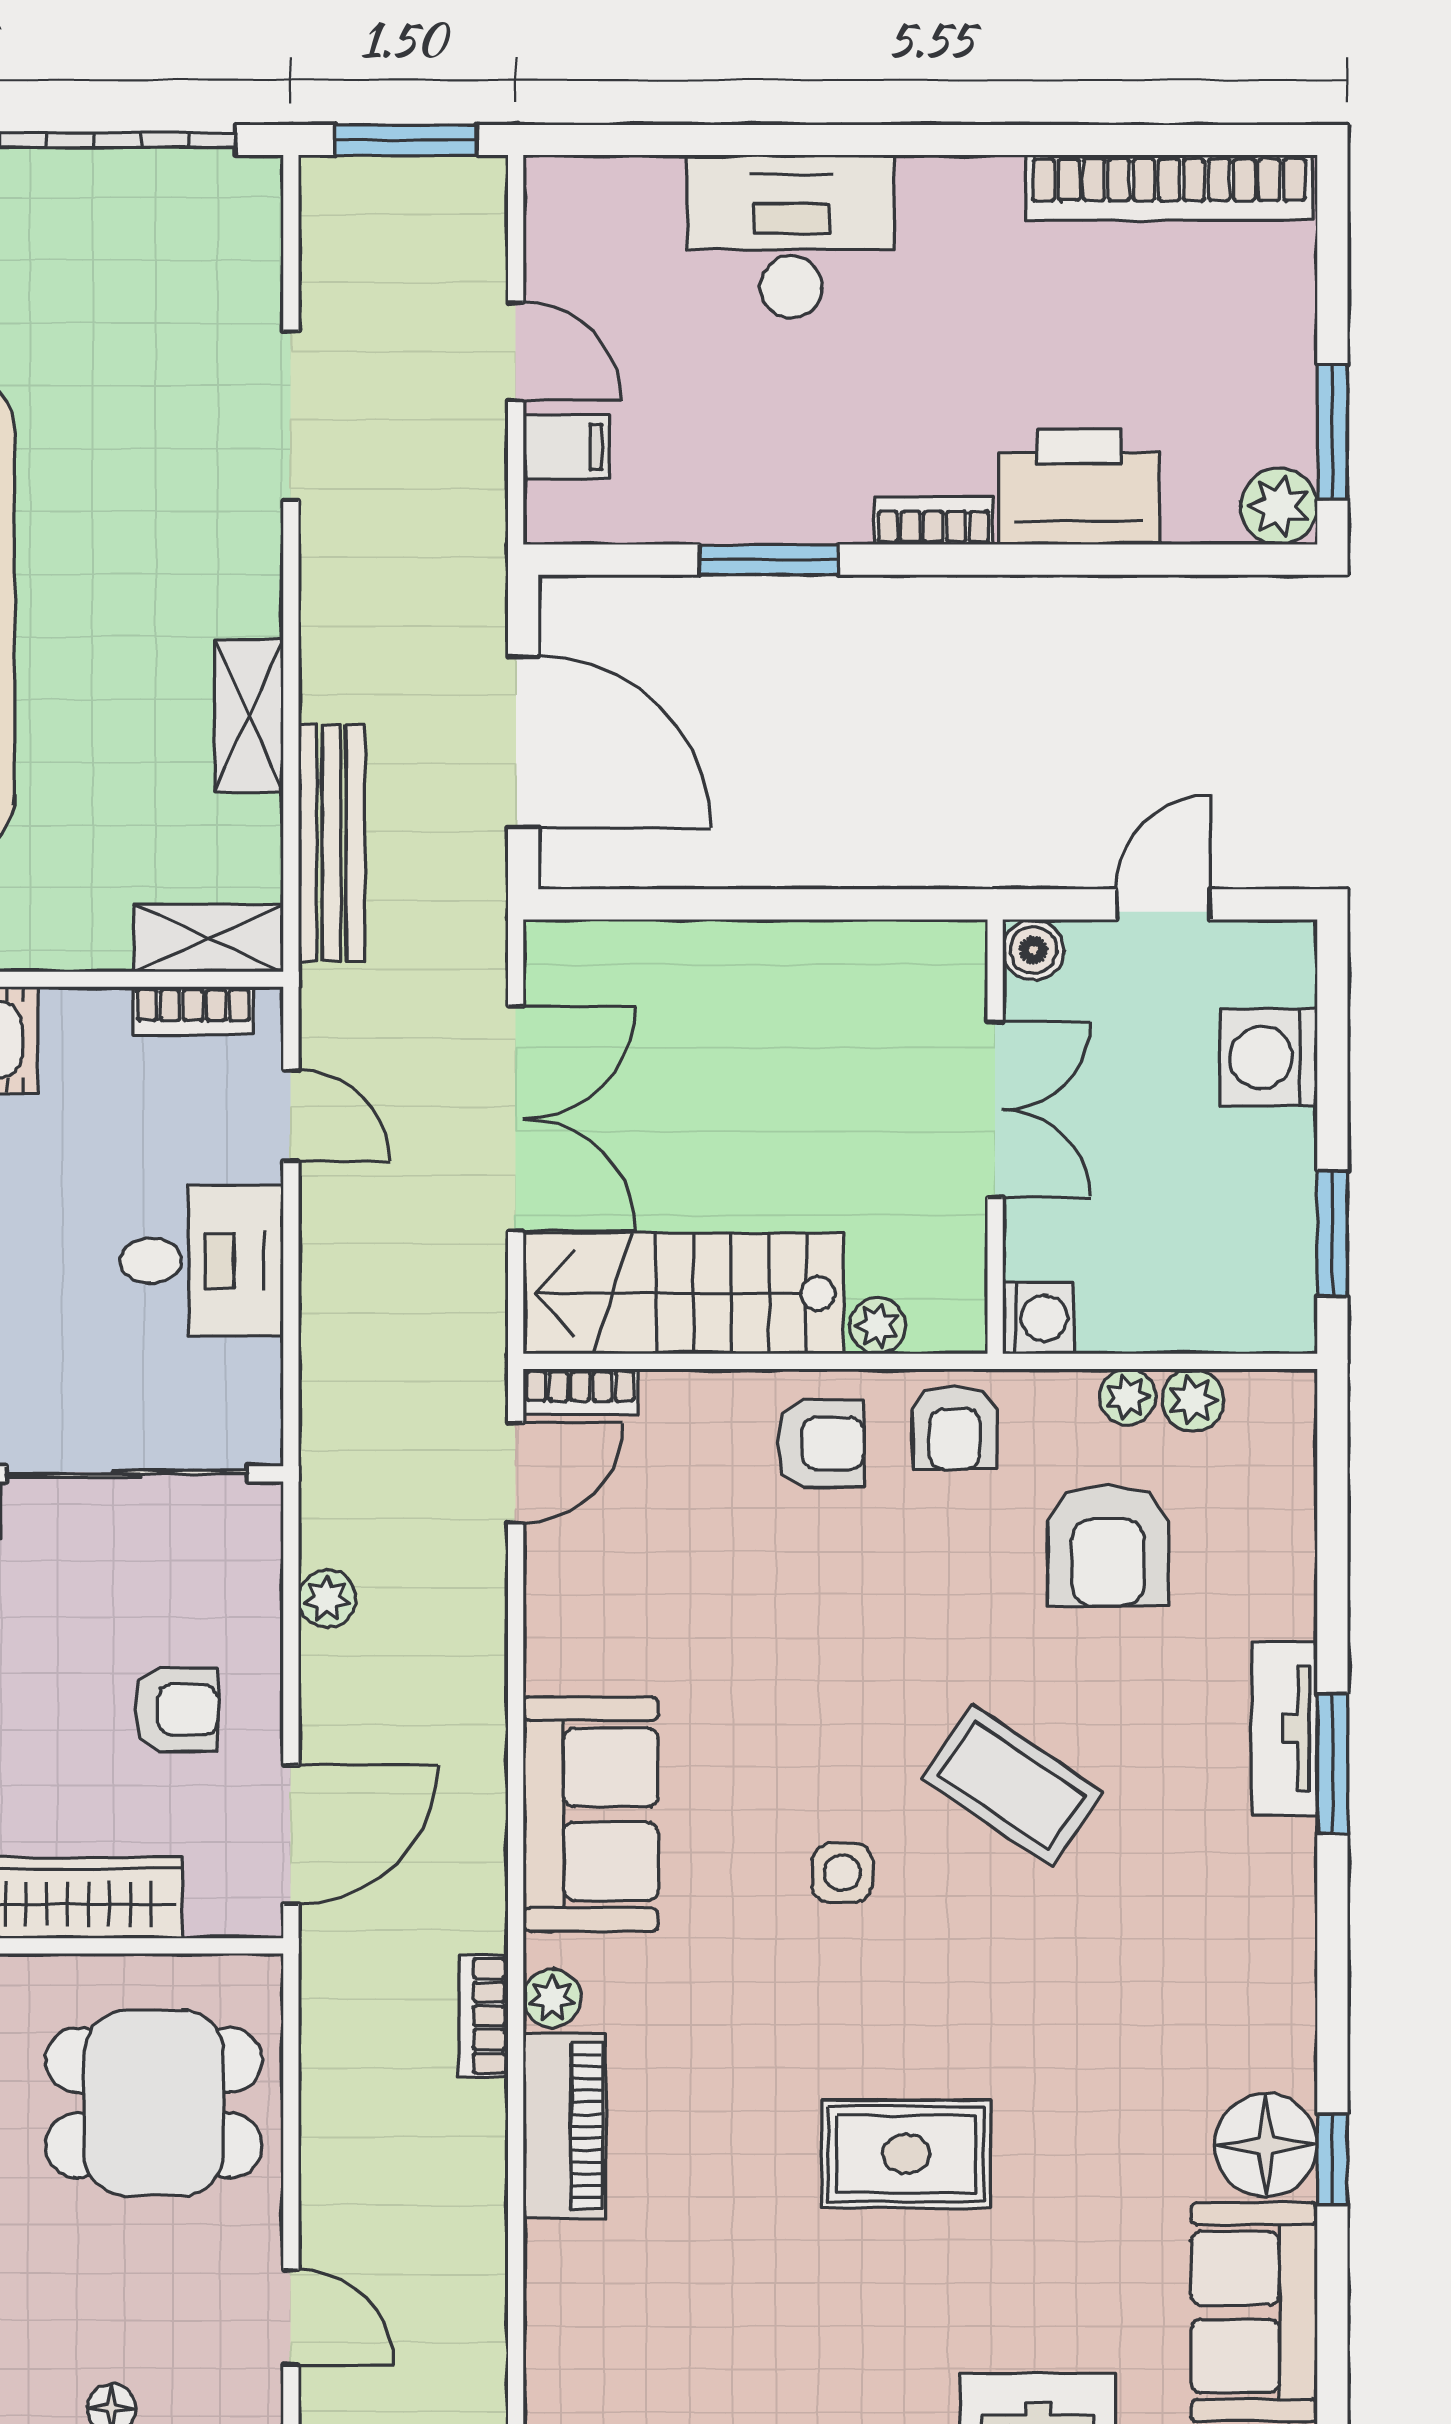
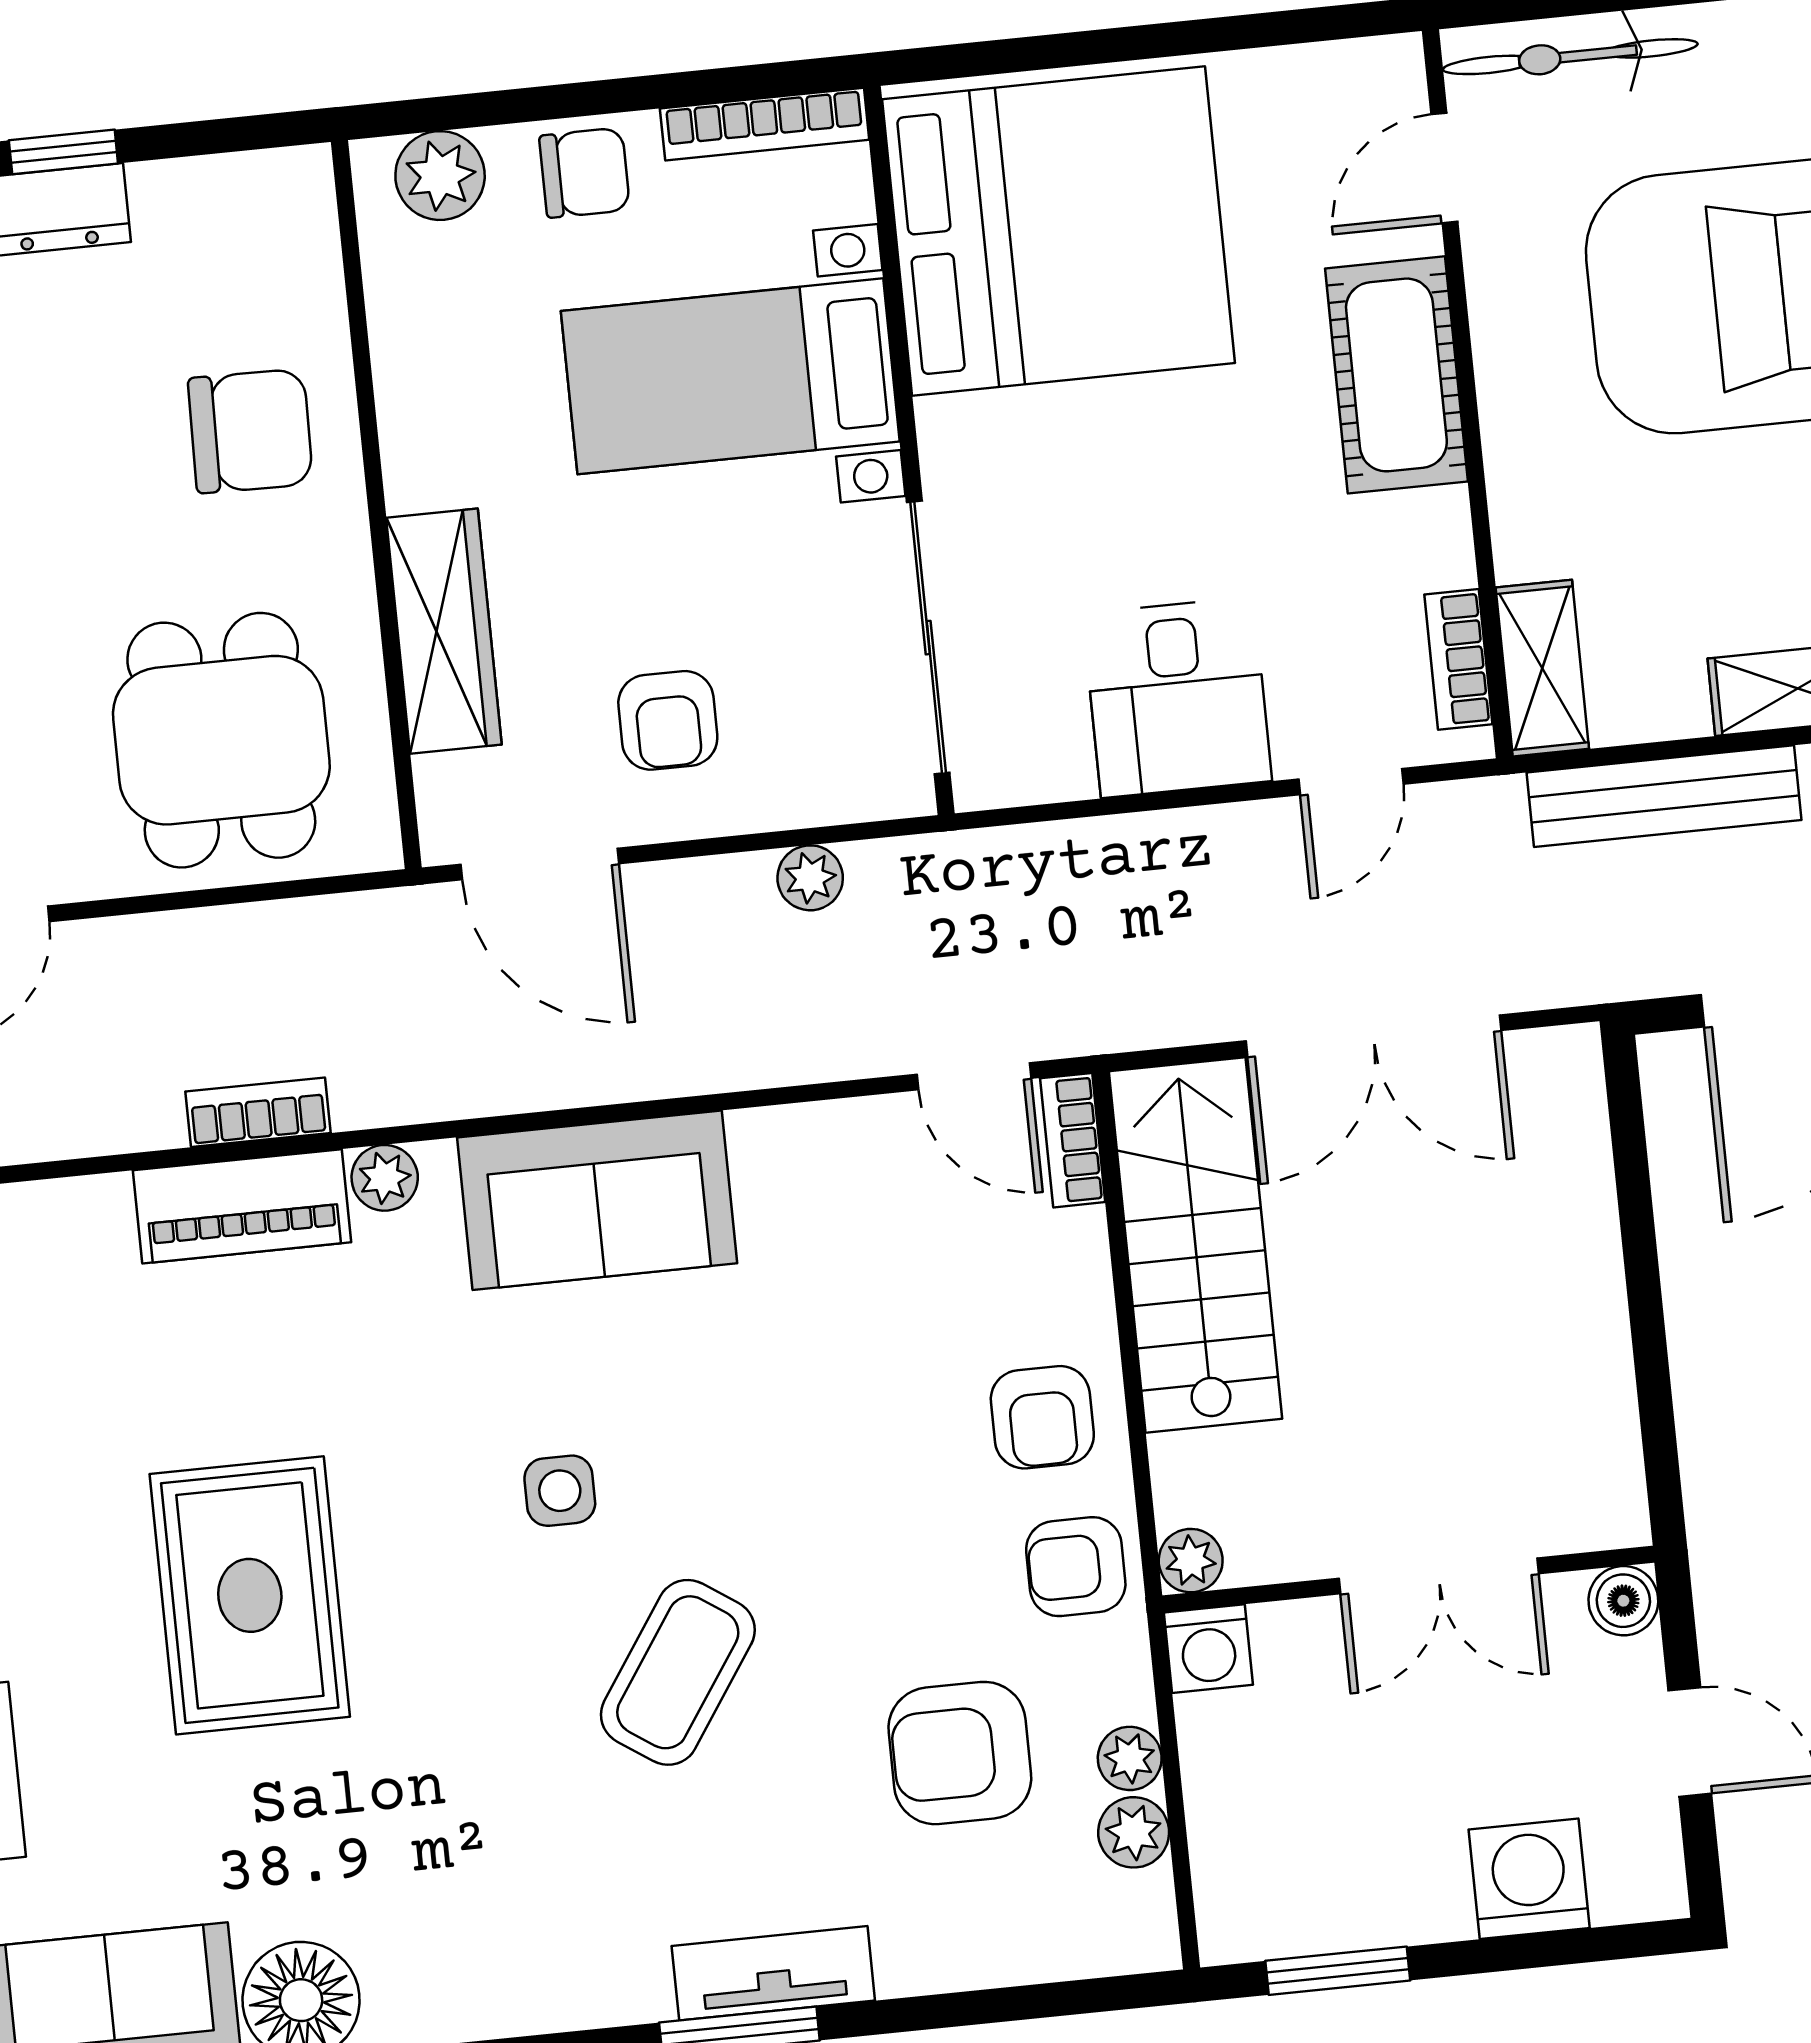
plant: (878, 1326) -> (1191, 1561), moved
bookcase: (483, 2016) -> (258, 1112), moved
rug: (906, 2154) -> (250, 1595), width x1.36, depth x1.43

